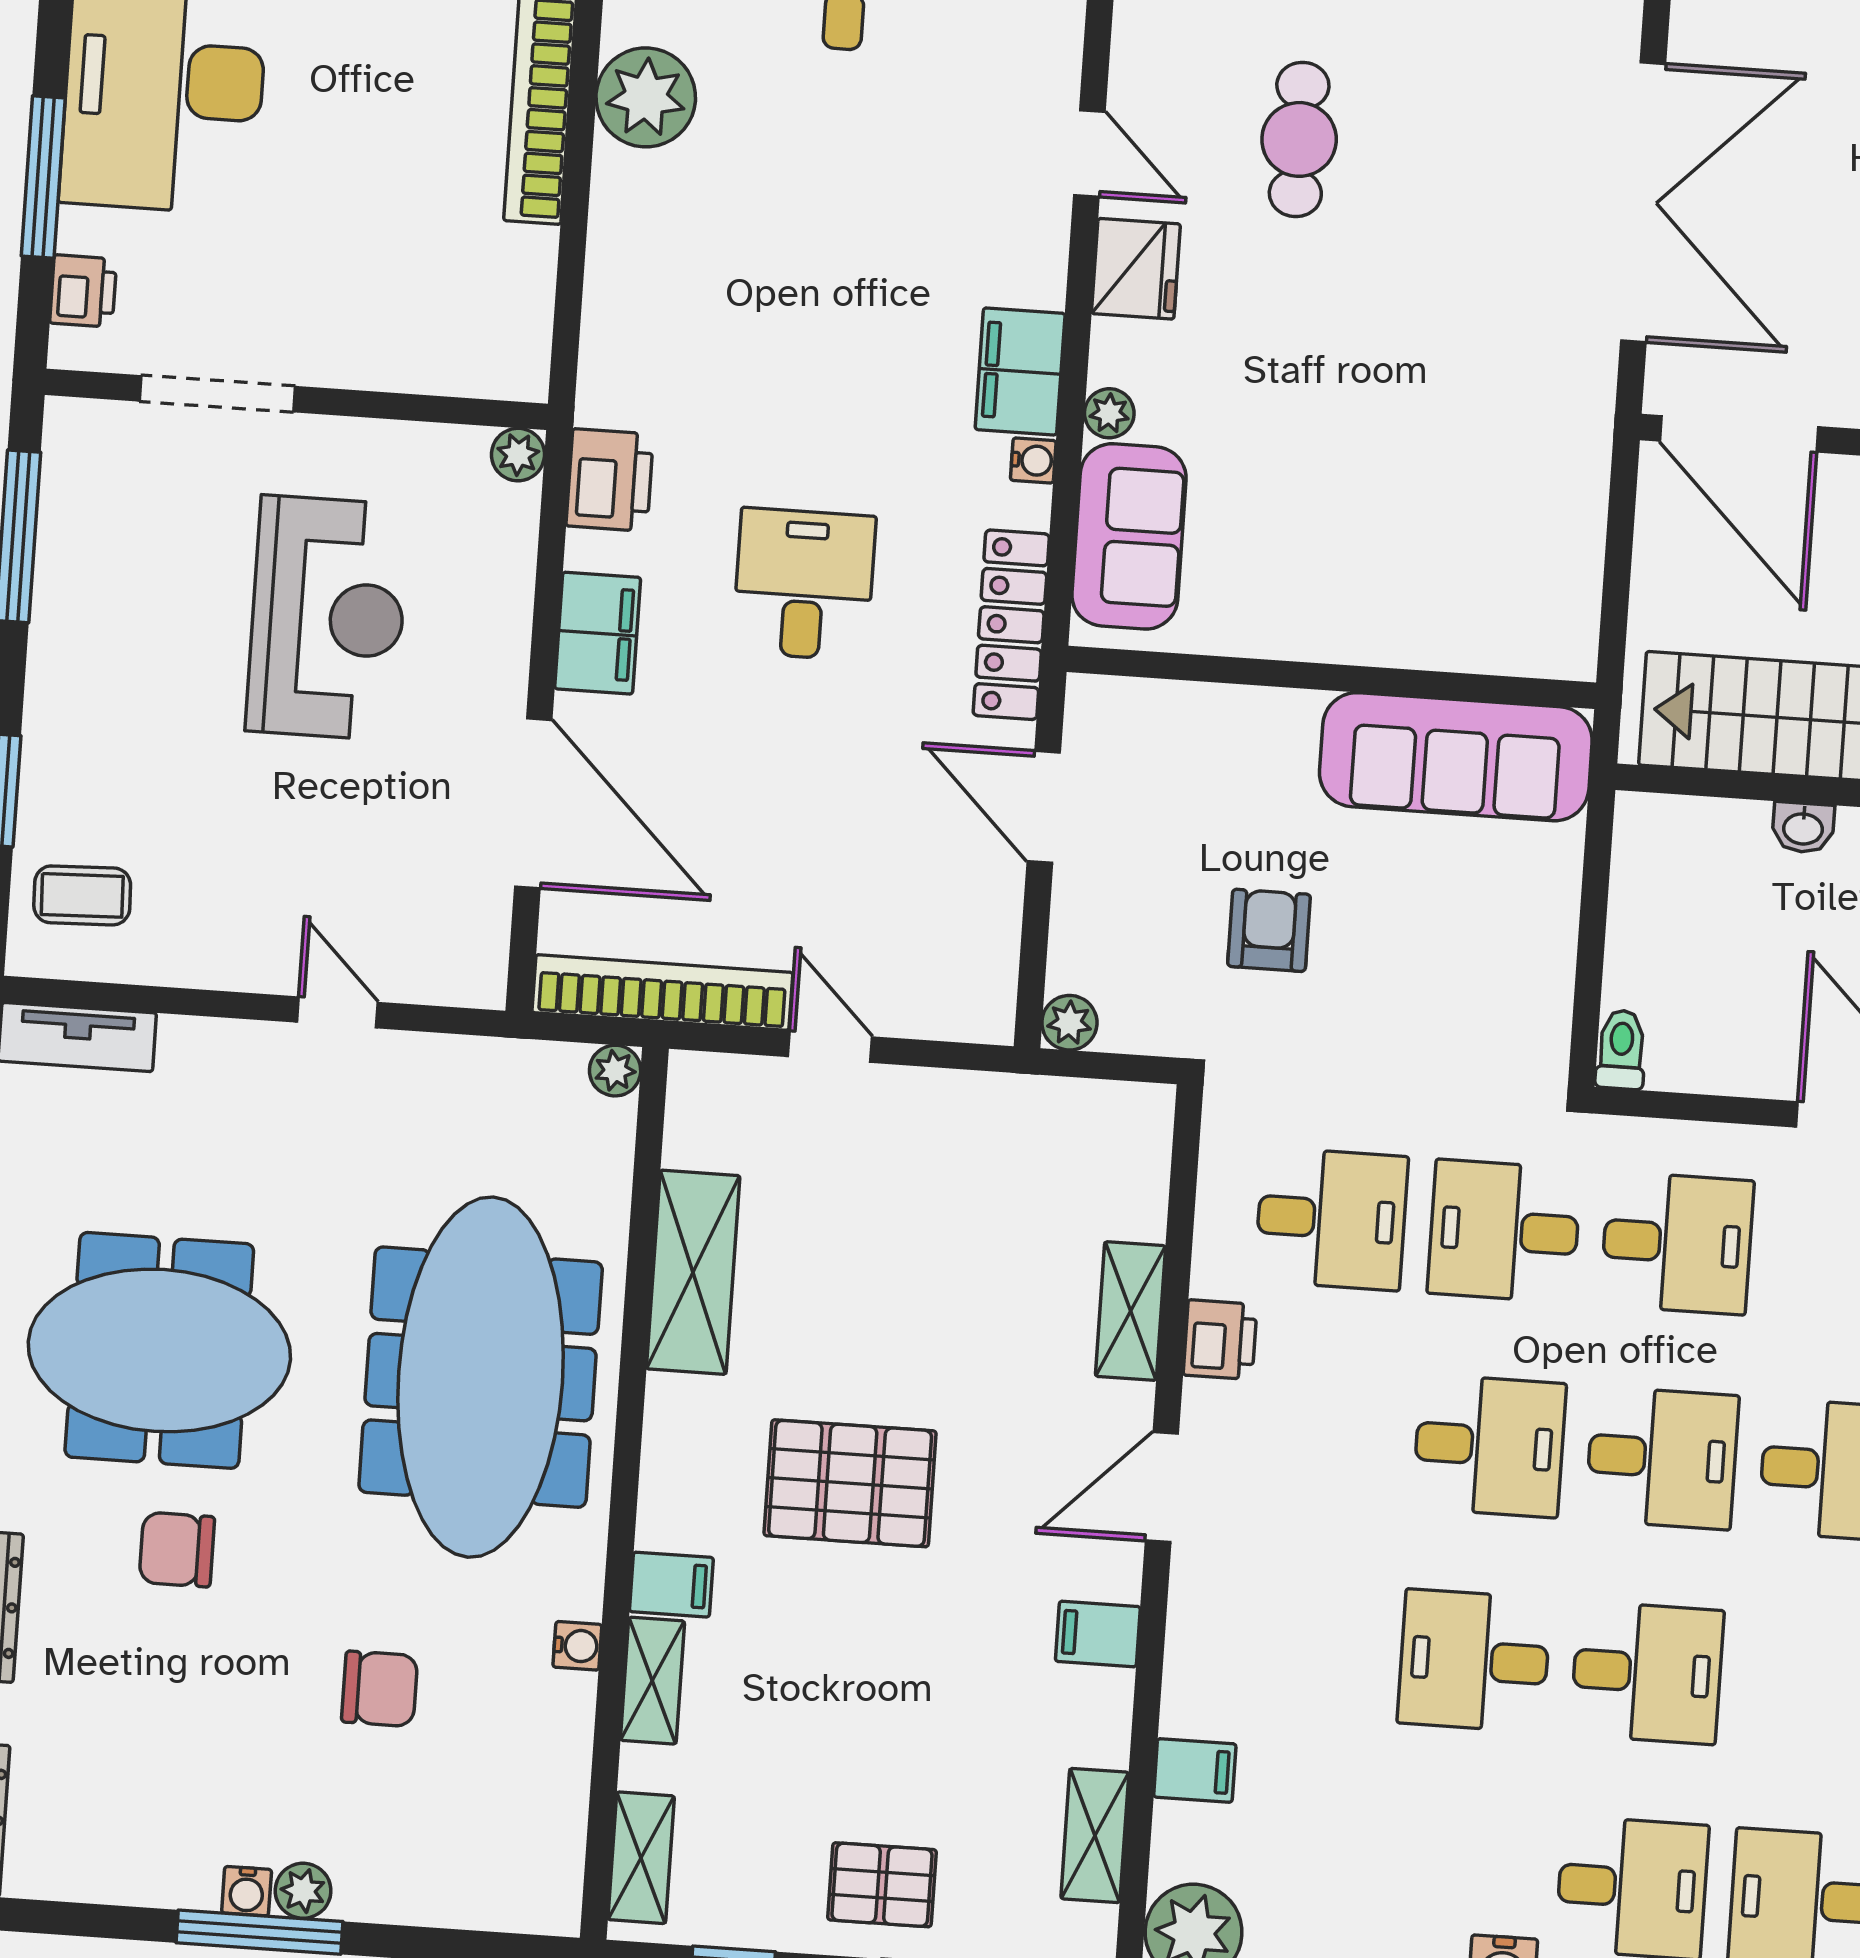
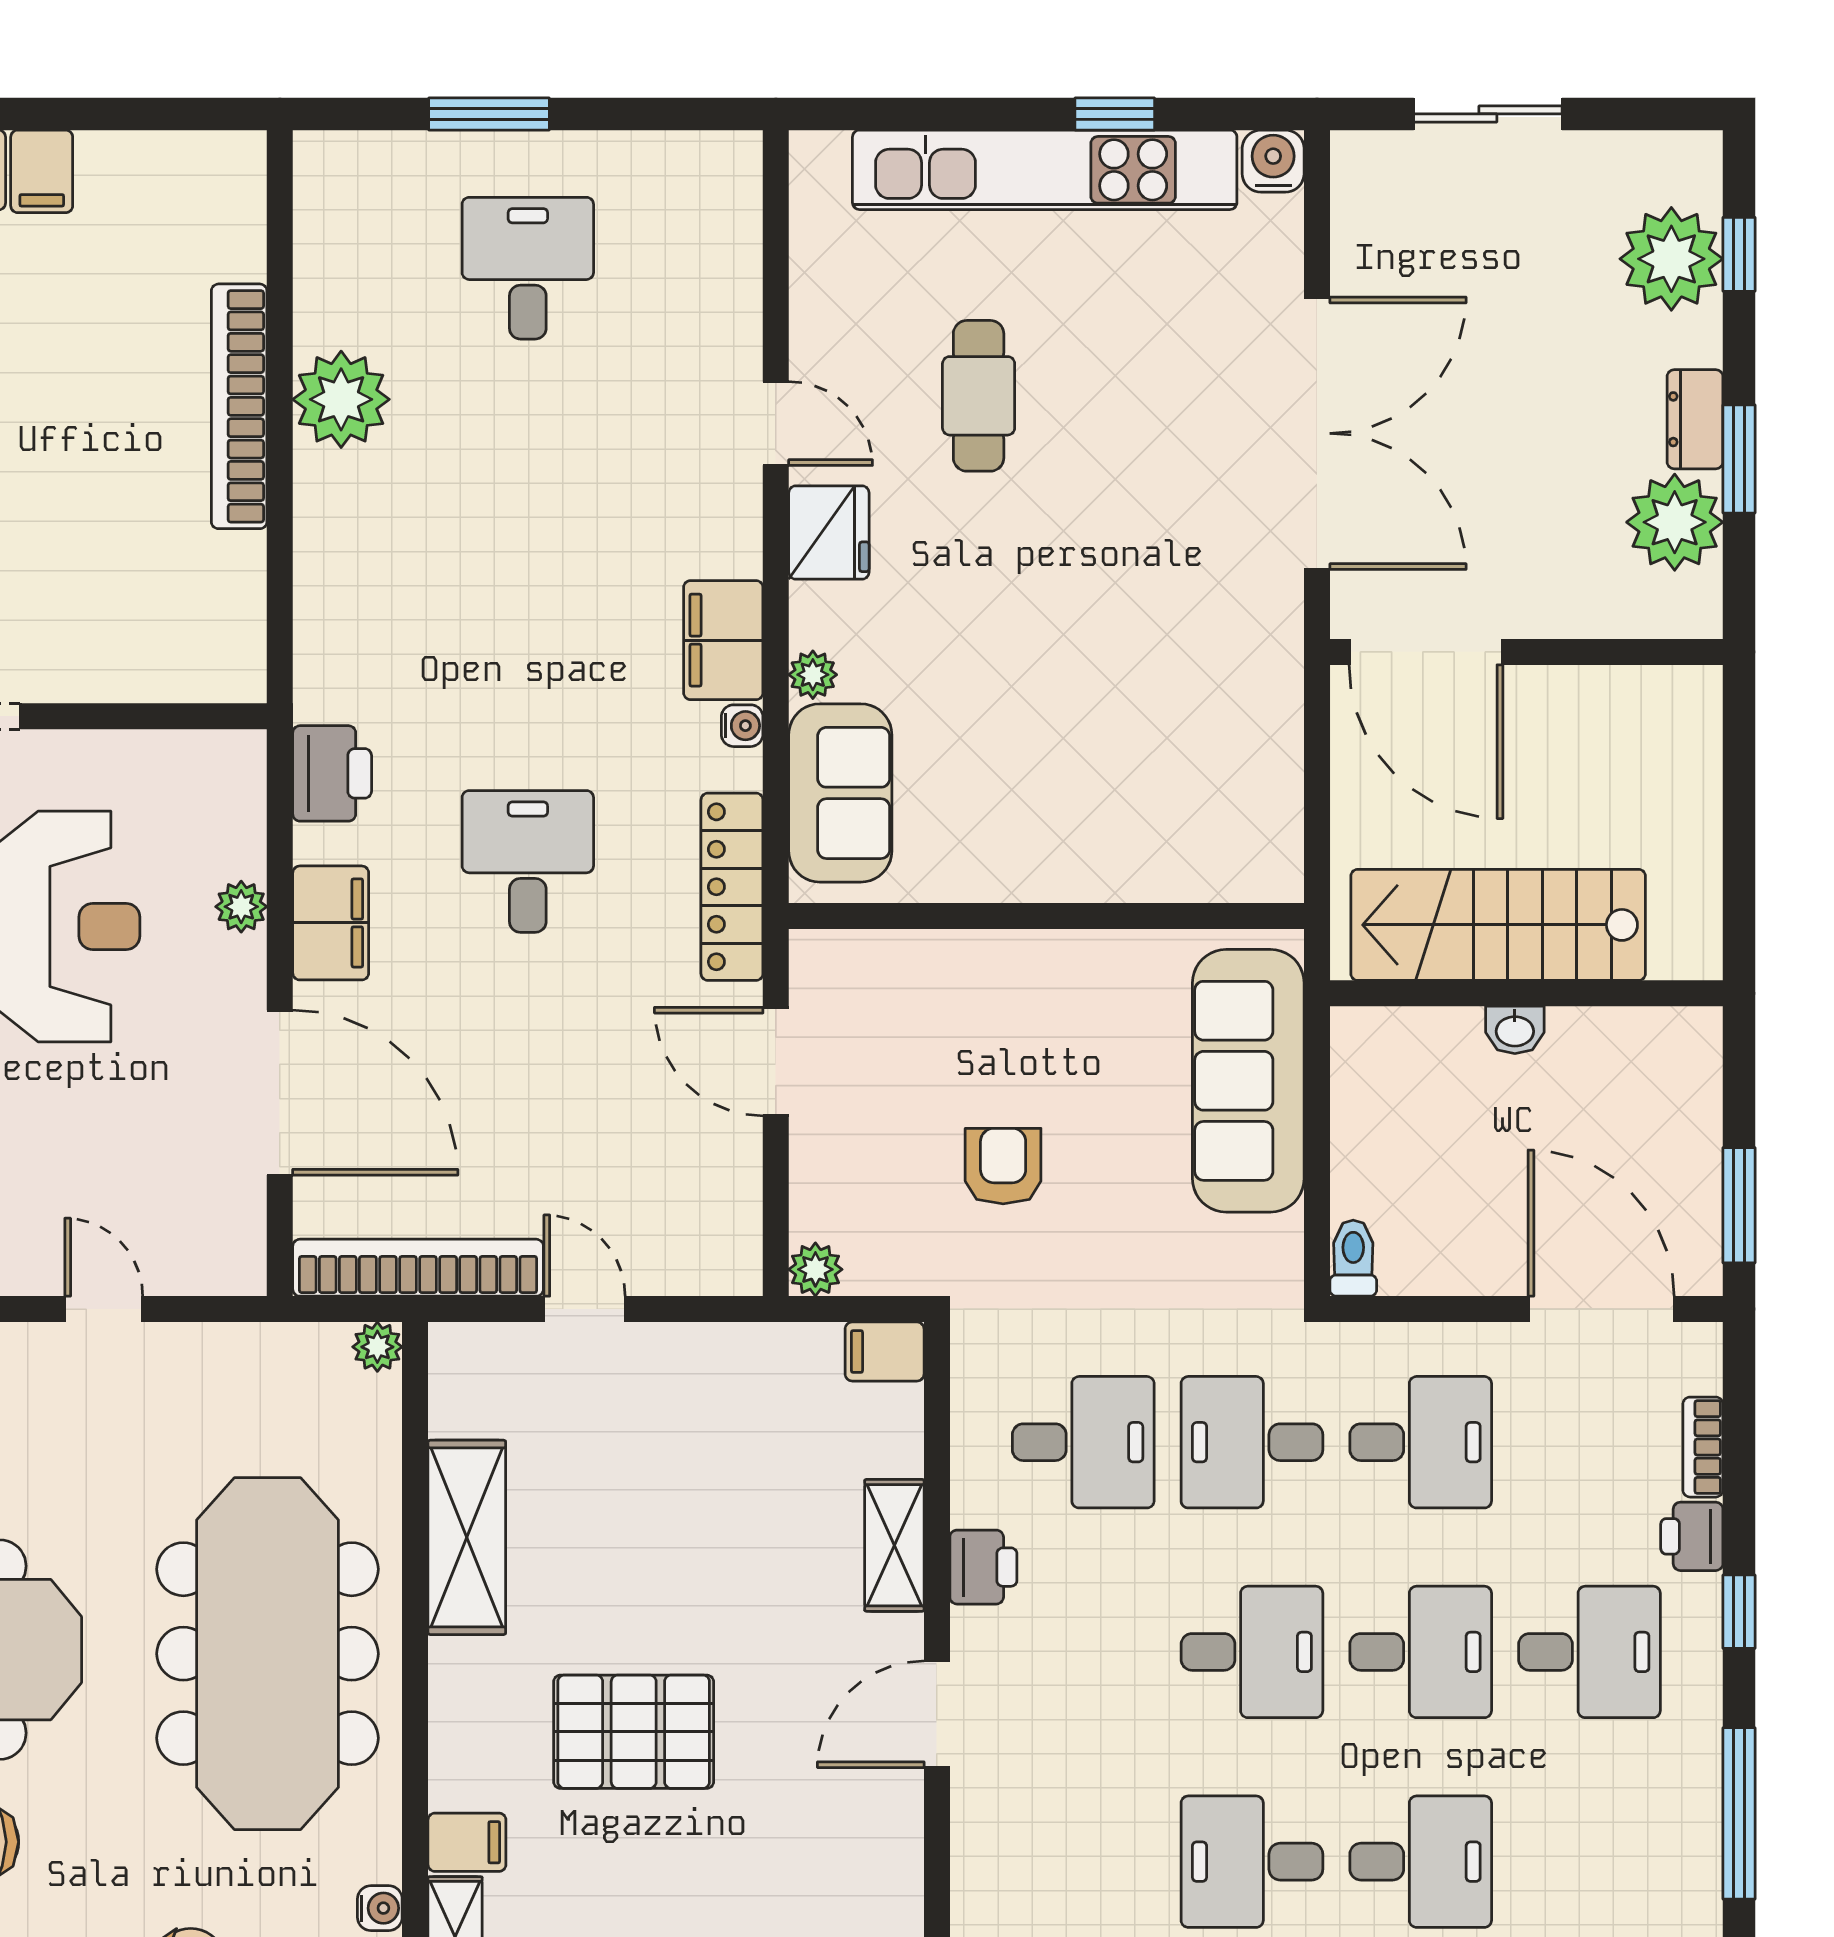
plant: (518, 455) -> (241, 907), moved
sofa: (1456, 757) -> (1248, 1081), moved, turned 90
filing cabinet: (1098, 1634) -> (885, 1351), moved

